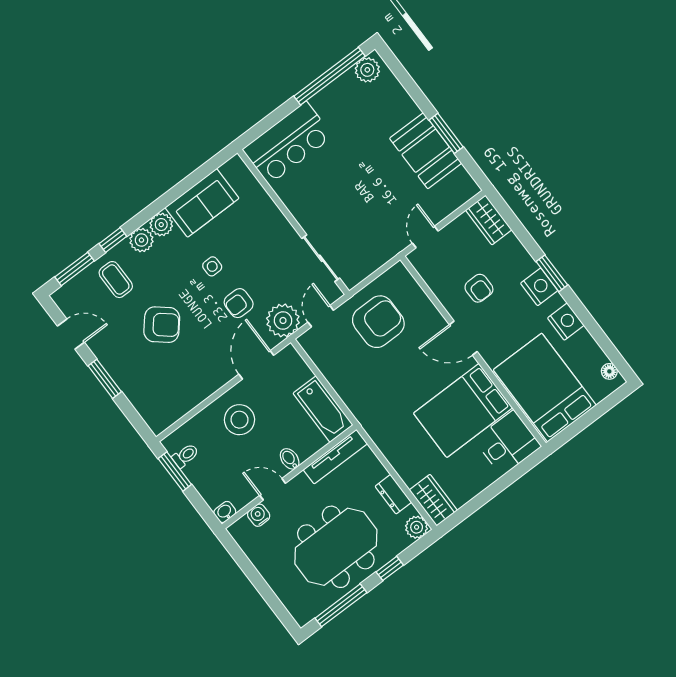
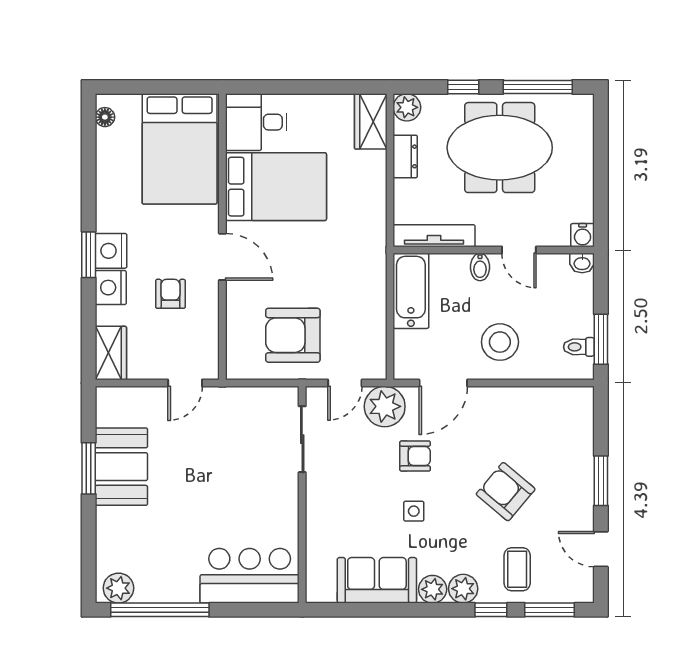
nightstand: (566, 322) -> (111, 288), moved
water cooler: (259, 515) -> (583, 235), moved

